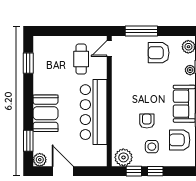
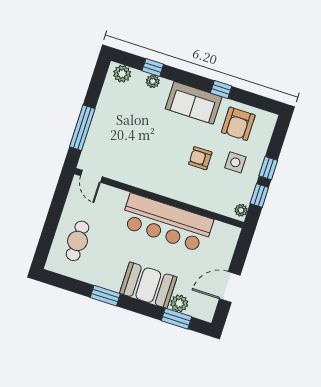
armchair: (159, 53) -> (117, 115), removed
cafe table: (81, 59) -> (77, 241), moved, turned 90
window: (28, 63) -> (105, 296), moved
plant: (123, 157) -> (241, 210), width x0.53, depth x0.53
plant: (40, 160) -> (179, 303), moved

